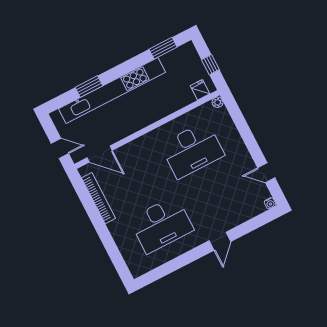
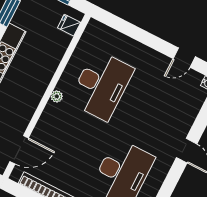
plant: (218, 102) -> (57, 96), moved

